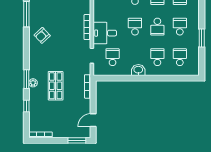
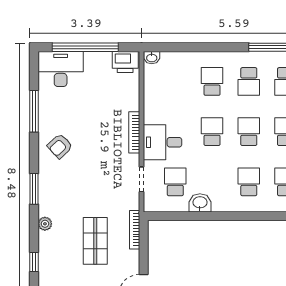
school desk: (157, 27) -> (249, 132), turned 180
washbasin: (138, 70) -> (200, 203), moved
window: (26, 79) -> (34, 189), moved
shop shelf: (56, 86) -> (95, 241), moved

